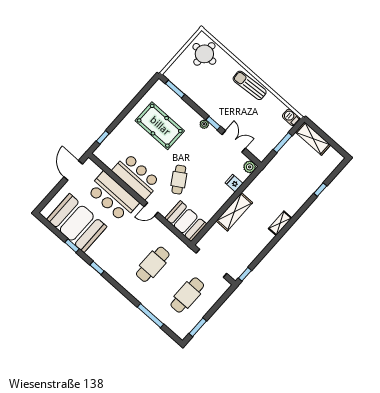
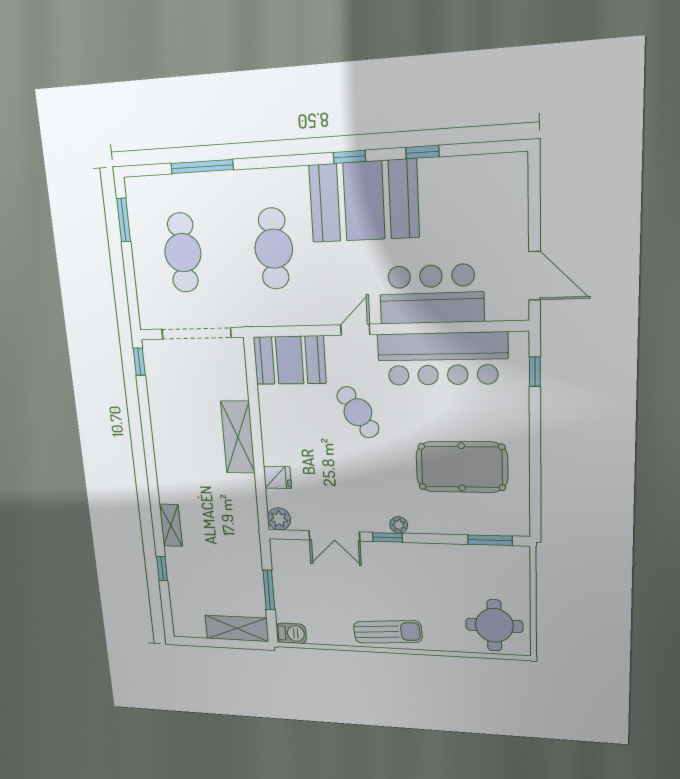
bar counter: (136, 176) -> (442, 359), width x1.36
booth: (77, 223) -> (364, 201), moved
shelving: (280, 223) -> (171, 525), moved

